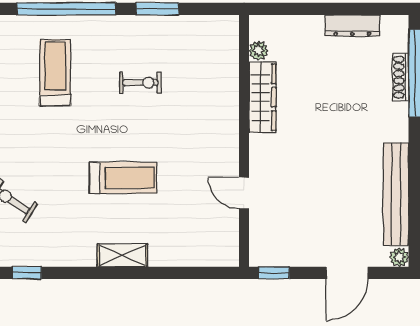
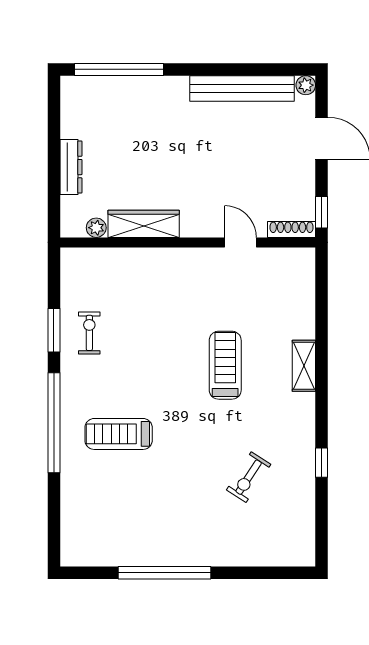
dresser: (352, 26) -> (71, 167), moved
shoe rack: (401, 77) -> (292, 229), moved, turned 180
exercise bike: (140, 83) -> (89, 333), moved
door: (244, 193) -> (241, 242), swing flipped

